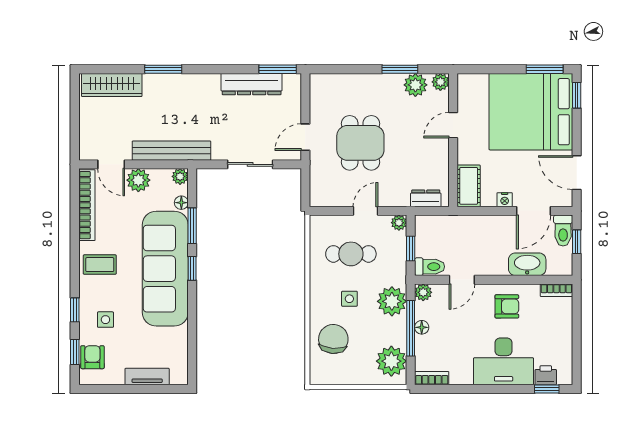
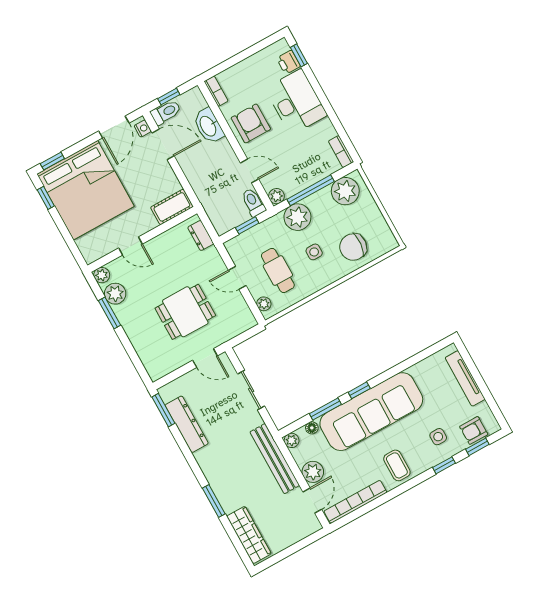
window: (545, 69) -> (46, 198), width x0.67
nightstand: (505, 200) -> (143, 128), moved
plant: (399, 223) -> (264, 304), moved
armchair: (507, 306) -> (251, 123), width x1.38, depth x1.38
floor lamp: (422, 327) -> (305, 182), removed
tv unit: (147, 377) -> (465, 378), width x1.41

